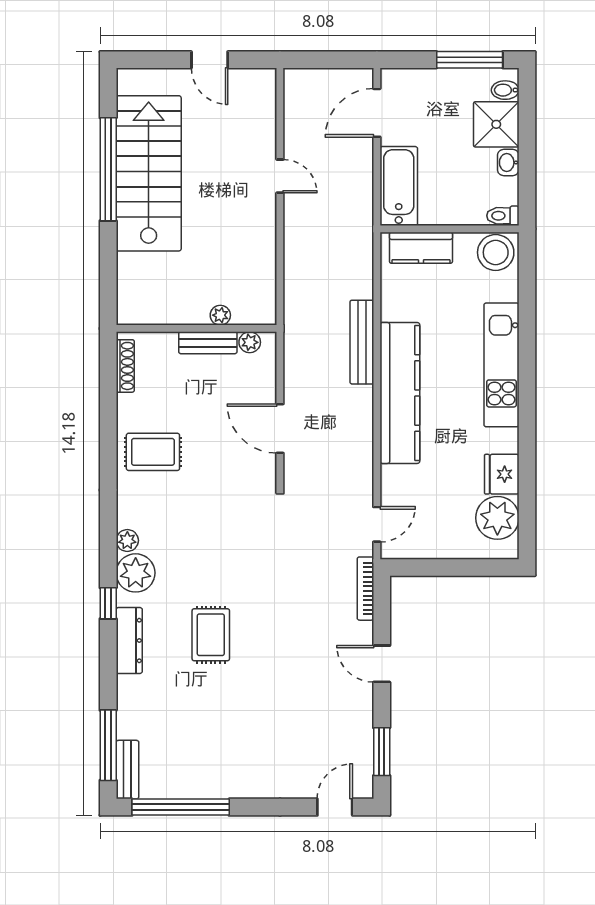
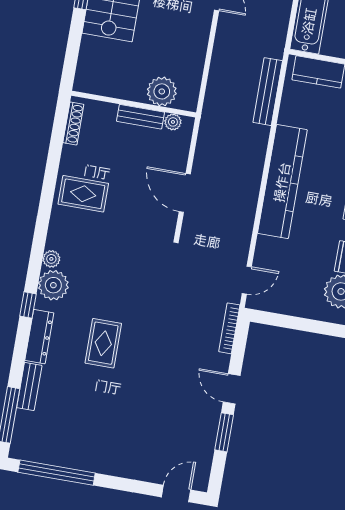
plant: (220, 315) -> (162, 91), width x1.87, depth x1.87
bench: (362, 342) -> (268, 92), moved
window: (382, 752) -> (224, 432), moved
bench: (127, 770) -> (29, 386), moved

